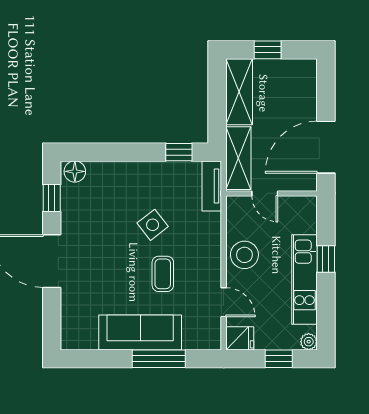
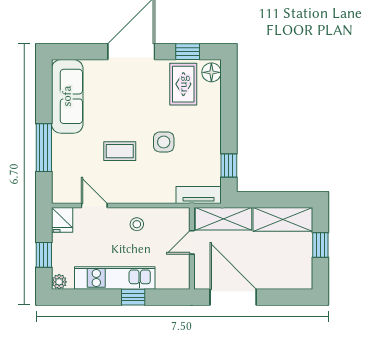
rug: (88, 203) -> (183, 84), added
side table: (153, 225) -> (164, 142), turned 38
stool: (244, 255) -> (137, 224), width x0.53, depth x0.53
door: (224, 302) -> (94, 206), swing flipped
sofa: (140, 333) -> (67, 96), moved

